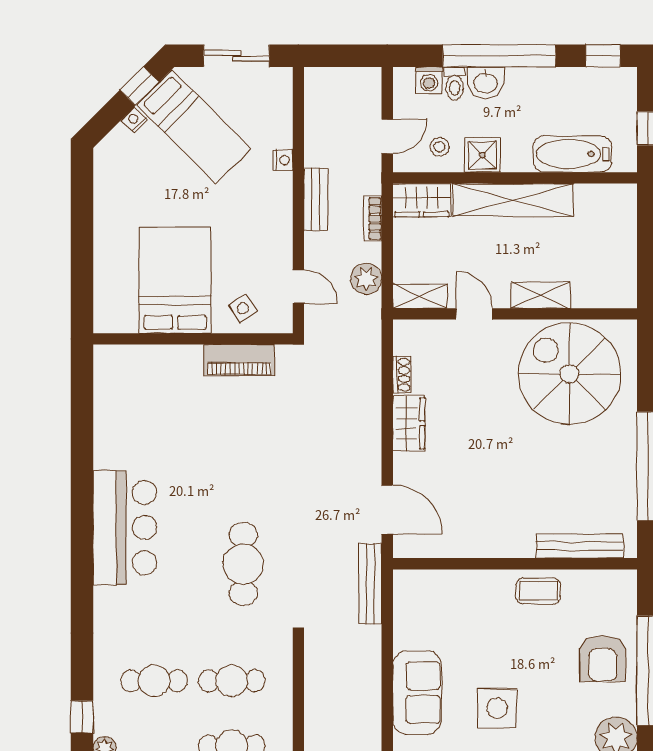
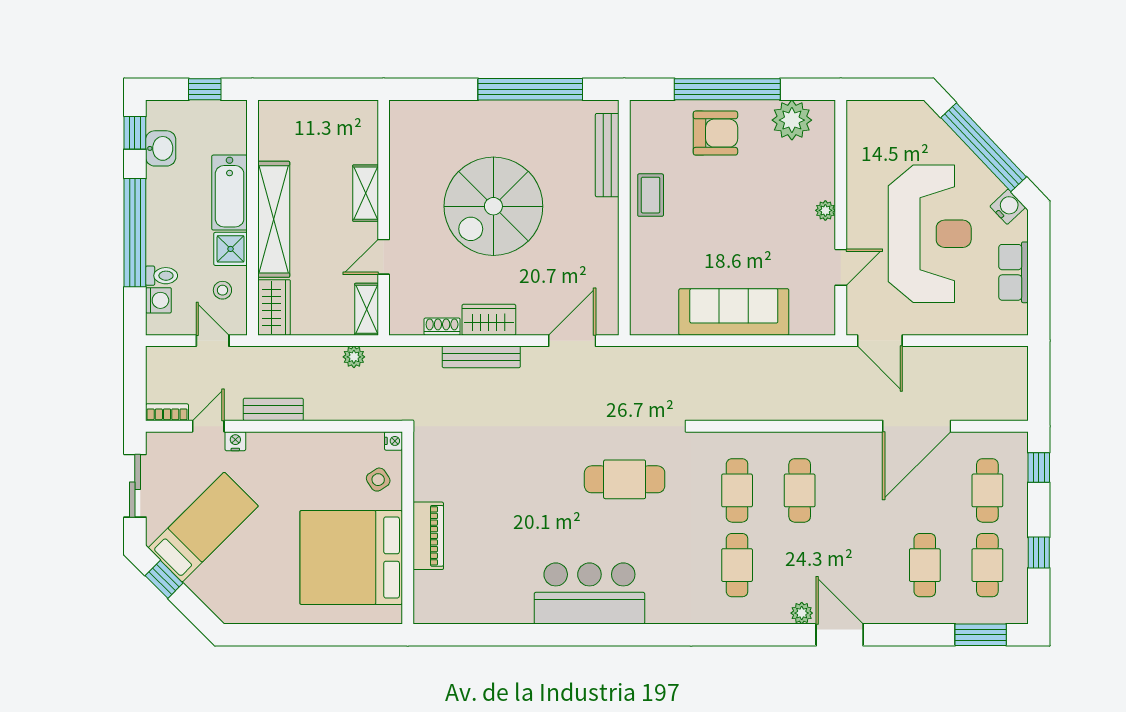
washbasin: (485, 83) -> (161, 148), moved
nightstand: (134, 120) -> (393, 441), moved, turned -135
bathtub: (572, 154) -> (230, 193), moved
bookcase: (373, 218) -> (167, 412), moved, turned 180
plant: (366, 279) -> (354, 357), width x0.73, depth x0.73
bed: (175, 280) -> (351, 557), width x1.36
door: (298, 287) -> (208, 426), moved
piano: (239, 360) -> (428, 536), moved
spiral stairs: (569, 374) -> (493, 206), moved
bench: (370, 584) -> (481, 357), moved
sofa: (417, 693) -> (734, 312), width x1.36
side table: (497, 708) -> (763, 235), removed
window: (82, 717) -> (772, 635), removed

